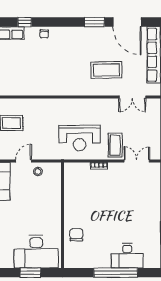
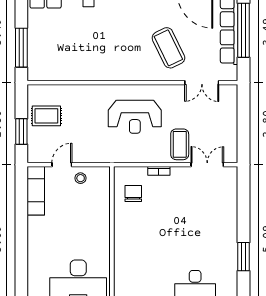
coffee table: (106, 70) -> (168, 48), turned 65
reception desk: (80, 138) -> (135, 117), moved
chair: (76, 235) -> (133, 193), moved

